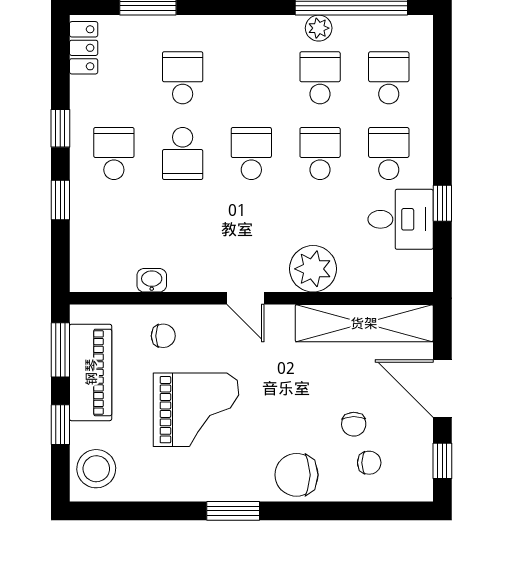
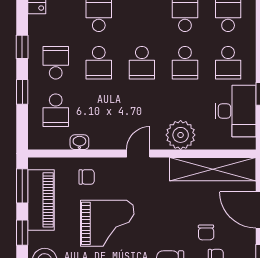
school desk: (251, 154) -> (142, 63), turned 180
school desk: (320, 154) -> (185, 63), turned 180
school desk: (389, 154) -> (228, 63), turned 180
desk: (401, 219) -> (235, 111), width x1.37
school desk: (114, 229) -> (56, 110), added
door: (245, 298) -> (138, 153), swing flipped

